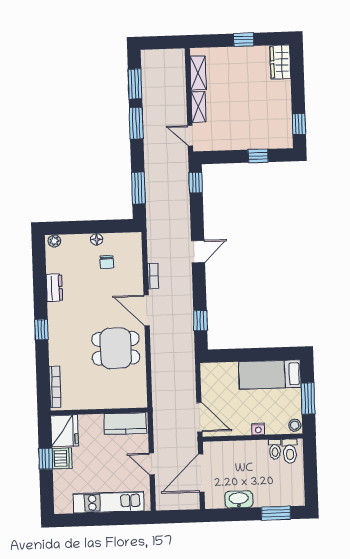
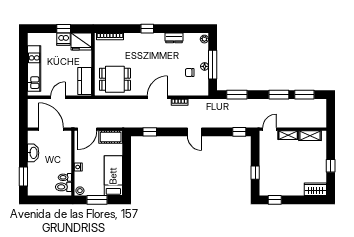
window: (93, 227) -> (213, 65), added
dining table: (116, 348) -> (115, 79), moved, turned 90
cot: (210, 381) -> (111, 137), added

